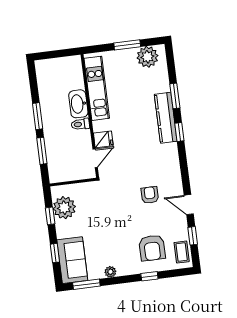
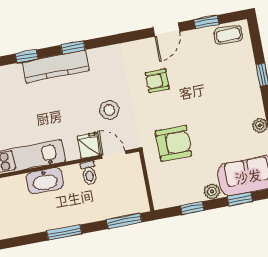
window: (175, 96) -> (27, 56), width x0.67
toilet: (80, 124) -> (89, 173), moved
window: (42, 151) -> (124, 221), moved
stool: (130, 157) -> (109, 110), added
plant: (64, 208) -> (212, 191), moved, width x0.53, depth x0.53
armchair: (152, 248) -> (174, 143), moved

